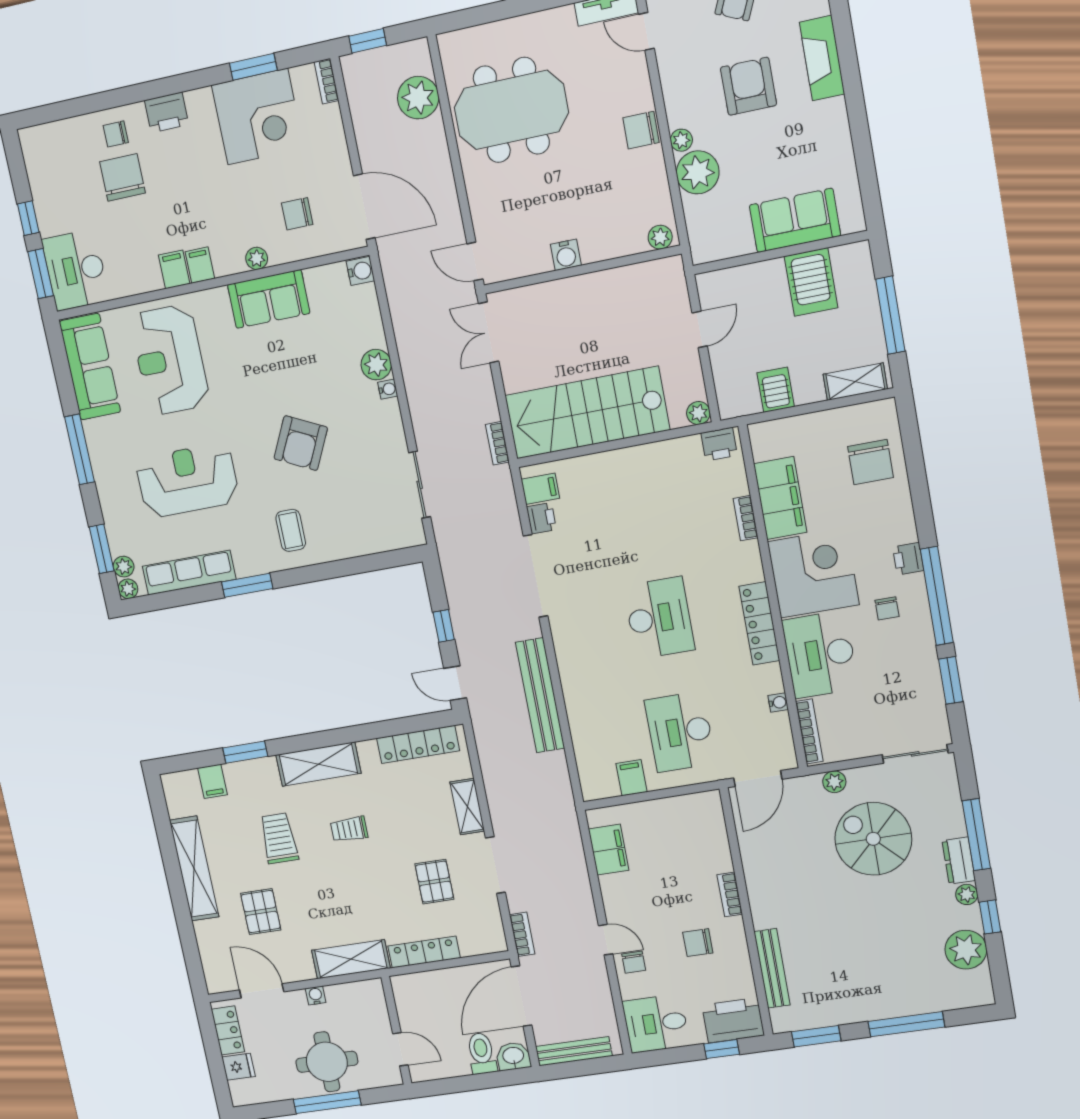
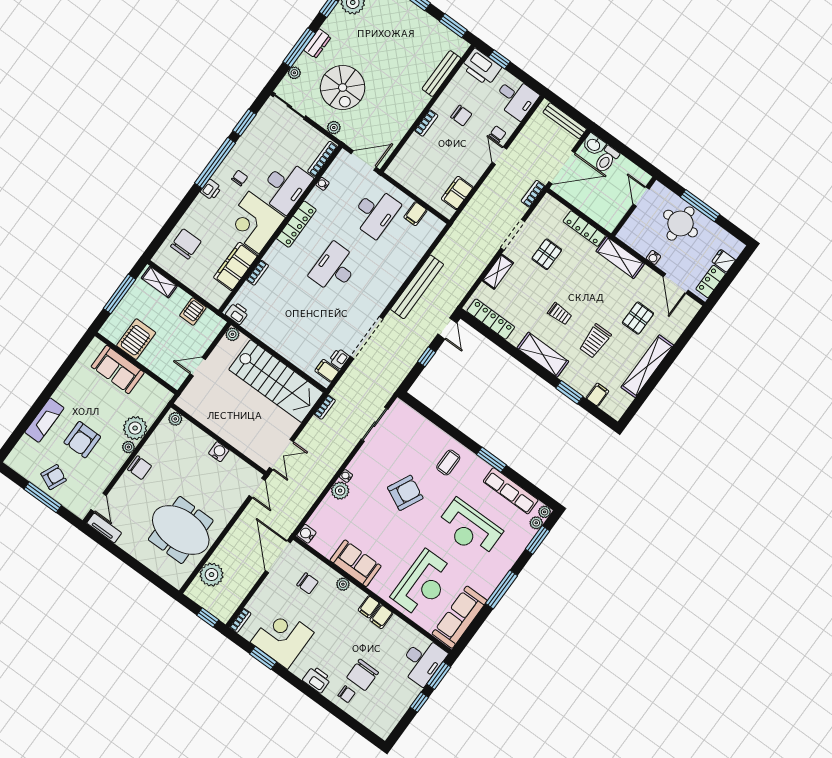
plant: (967, 894) -> (294, 73), moved

